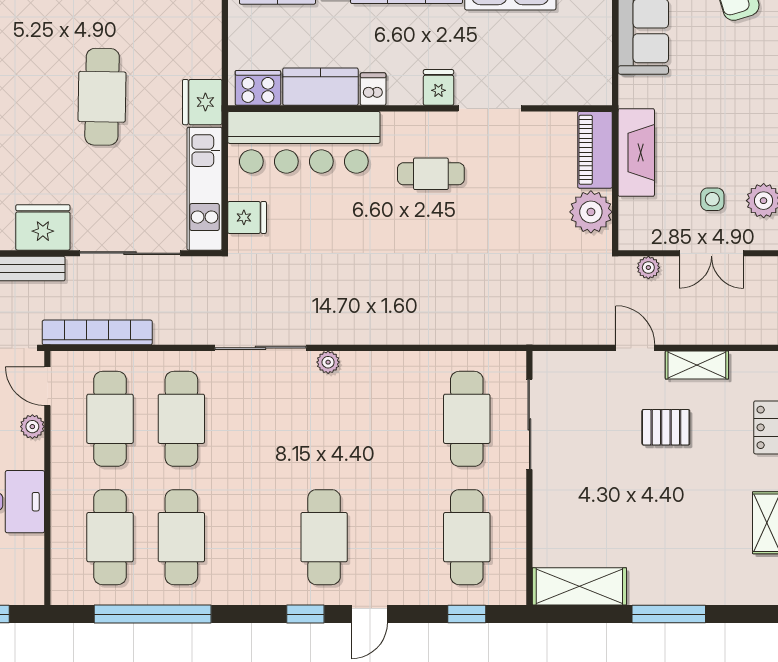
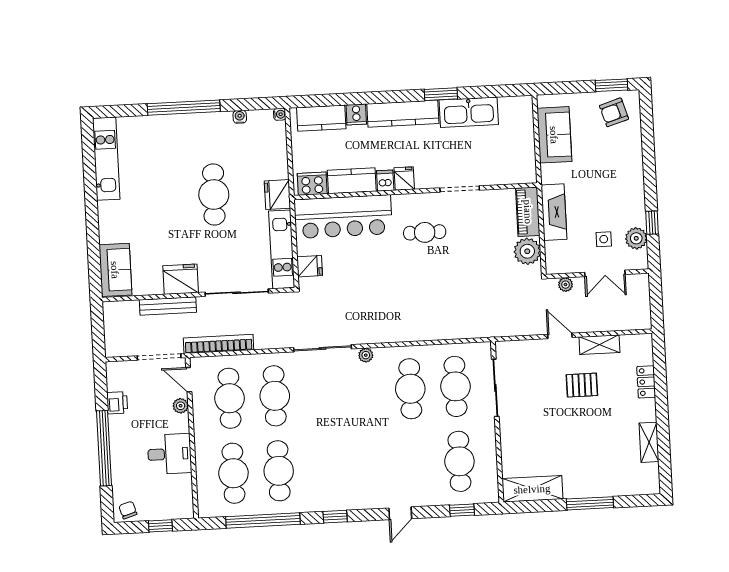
fridge: (438, 87) -> (404, 179), moved
cafe table: (324, 537) -> (410, 389), moved
window: (305, 614) -> (335, 517), moved

